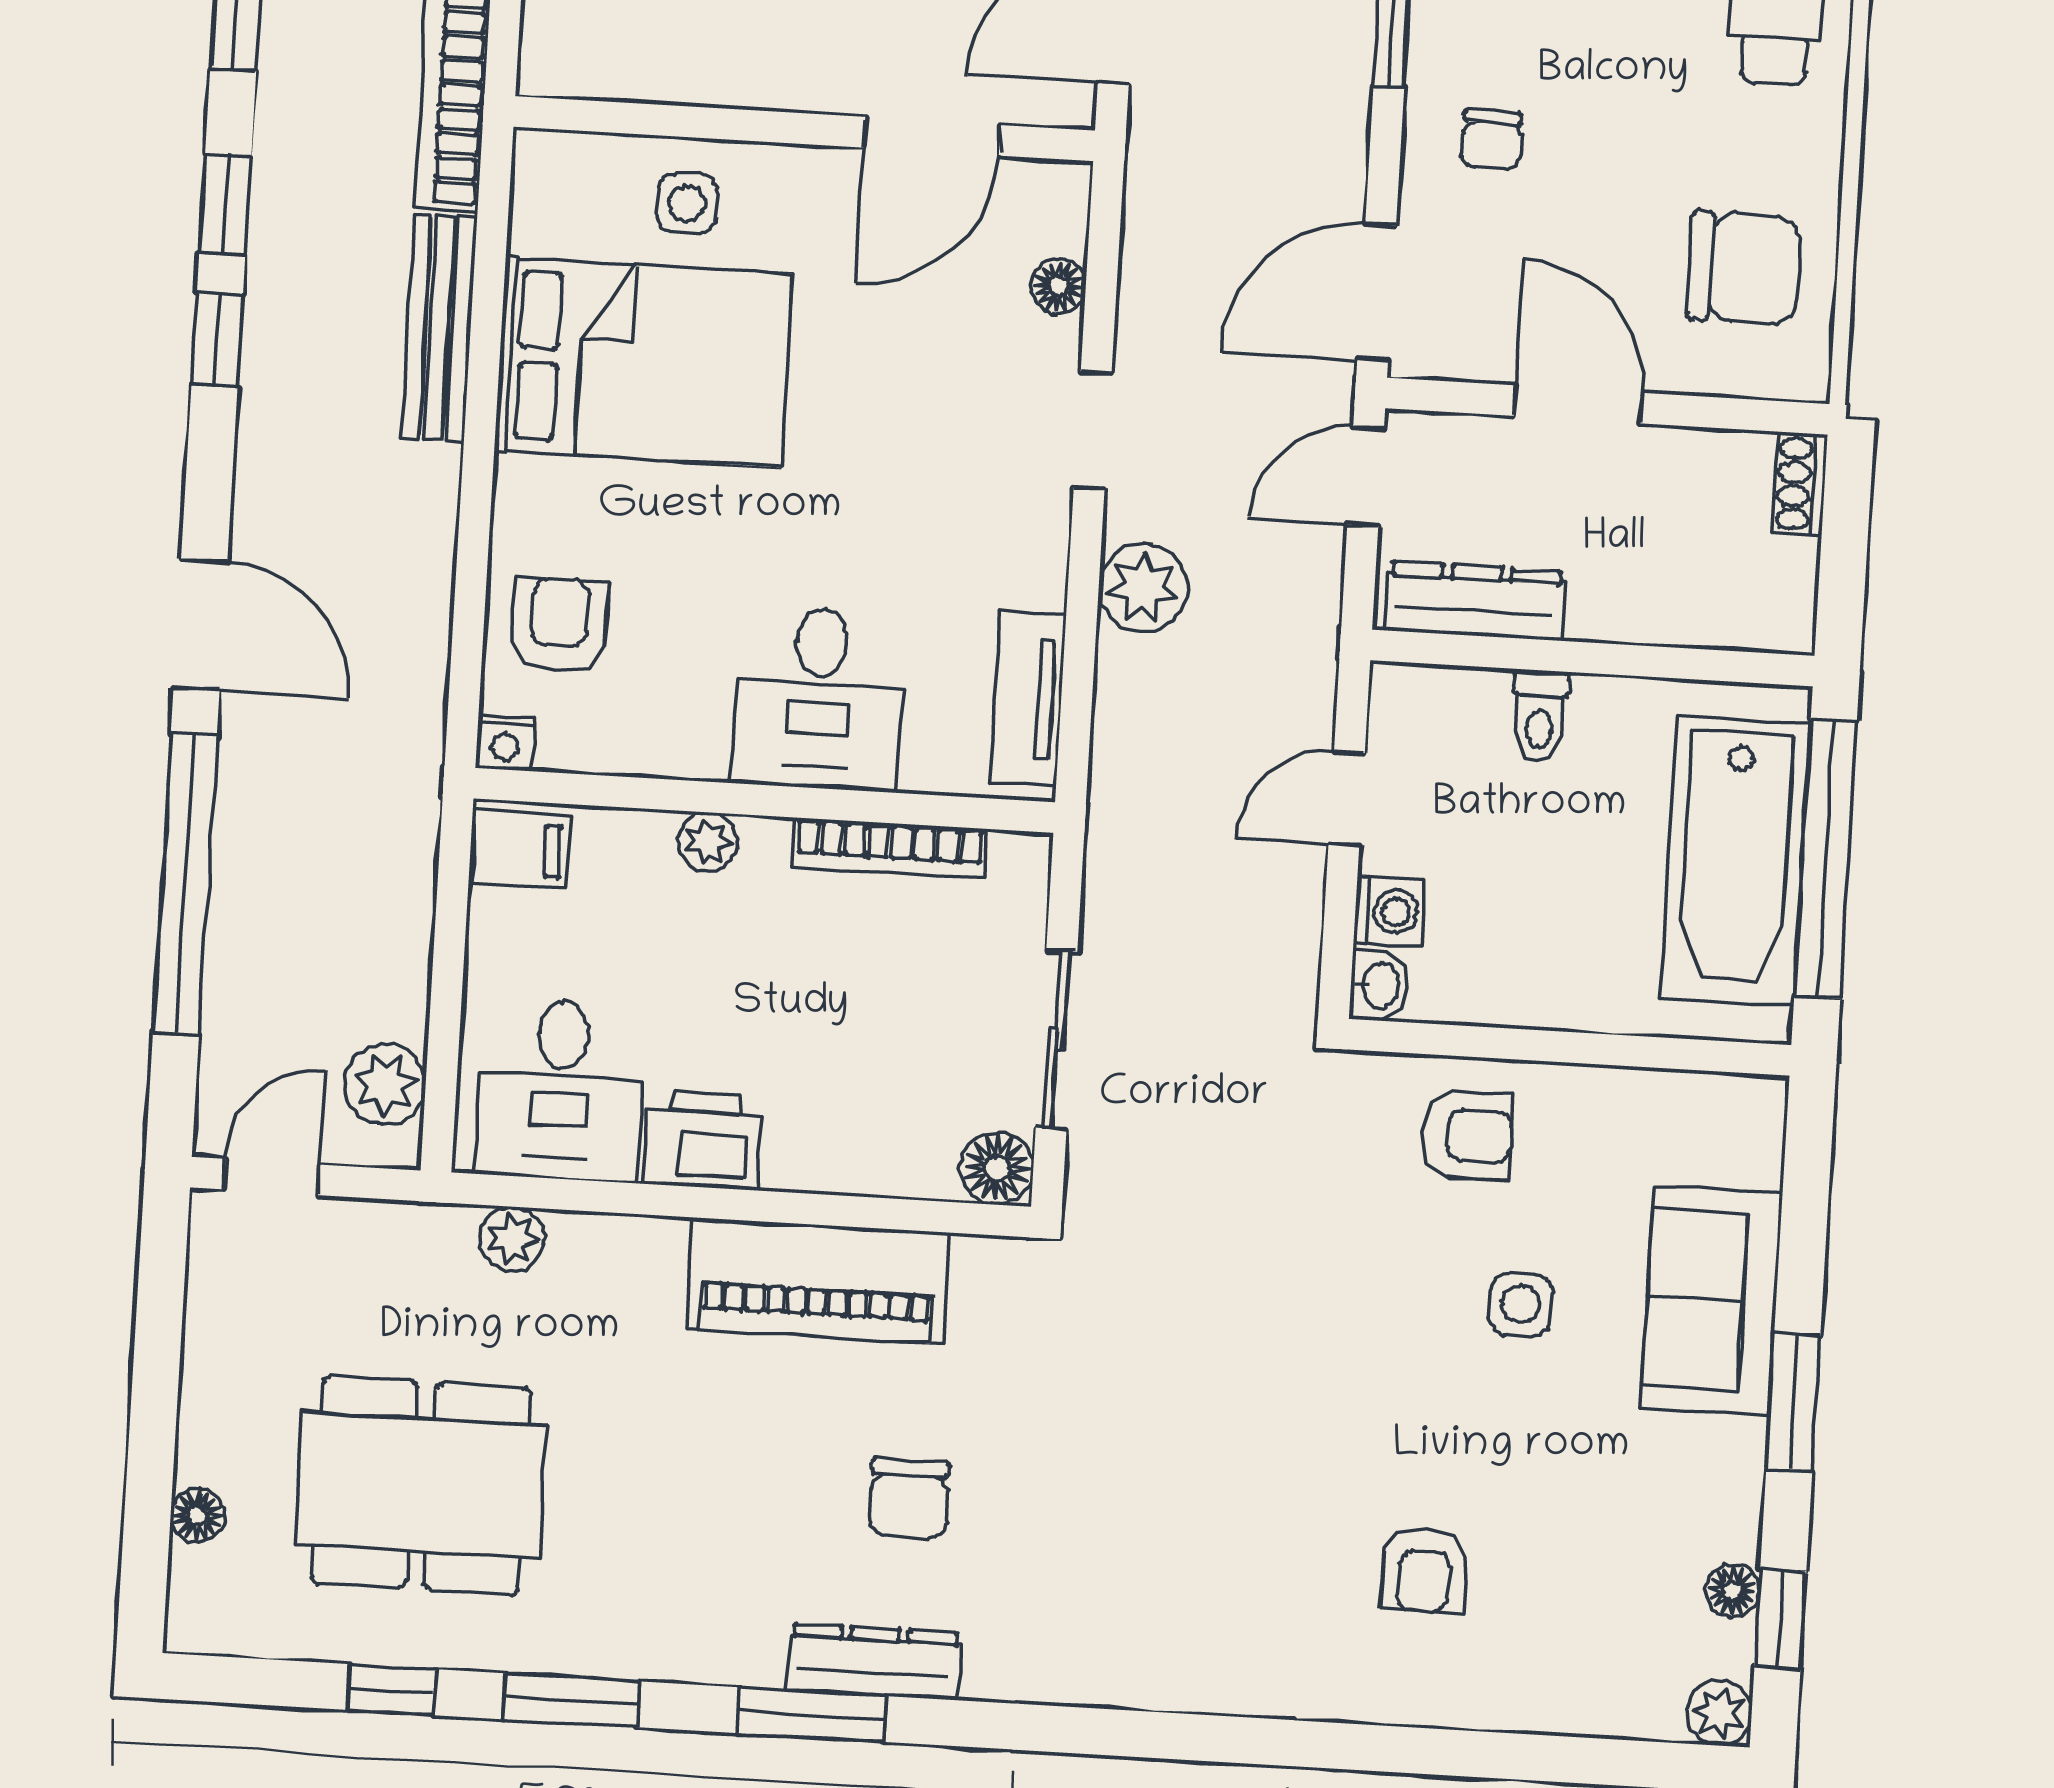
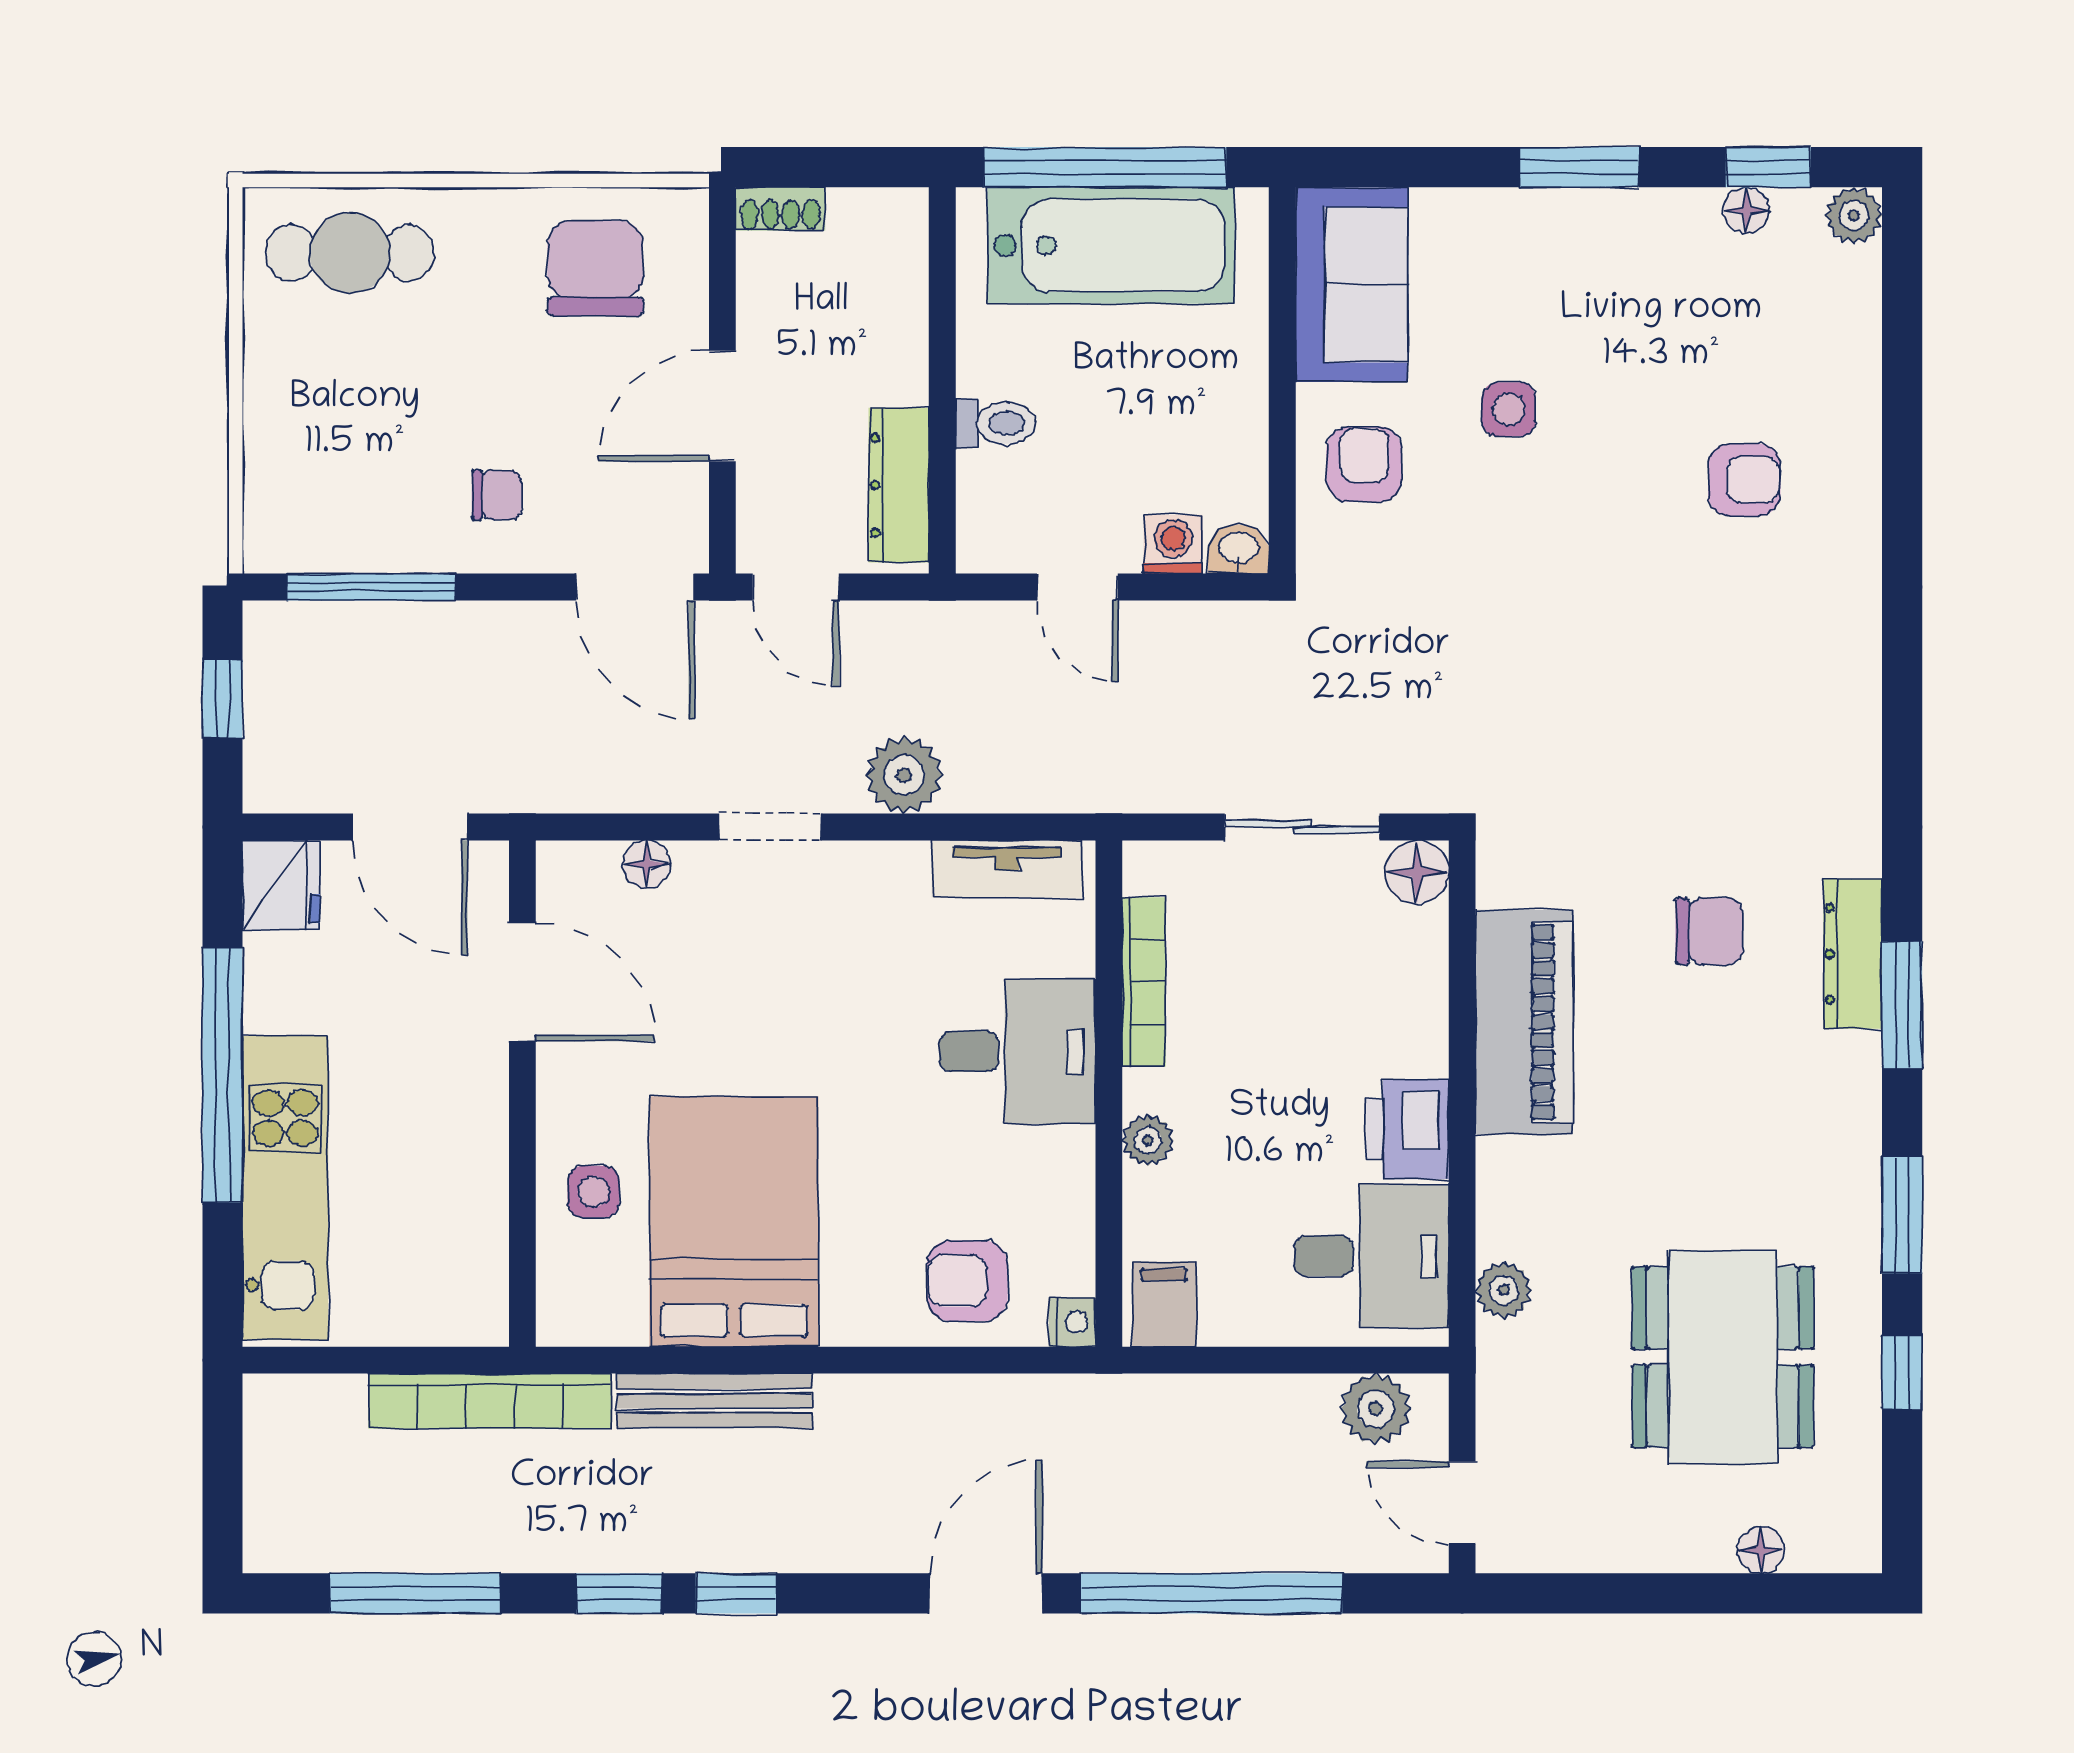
sofa: (1712, 1300) -> (1352, 285), moved, turned -90

